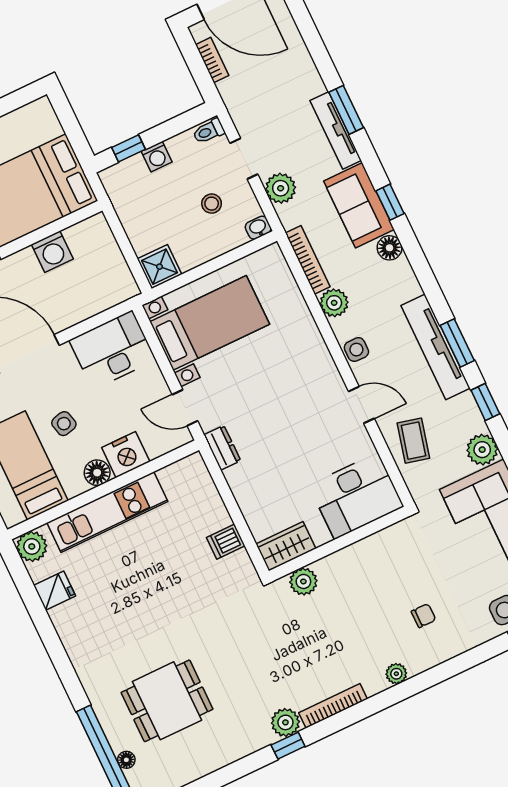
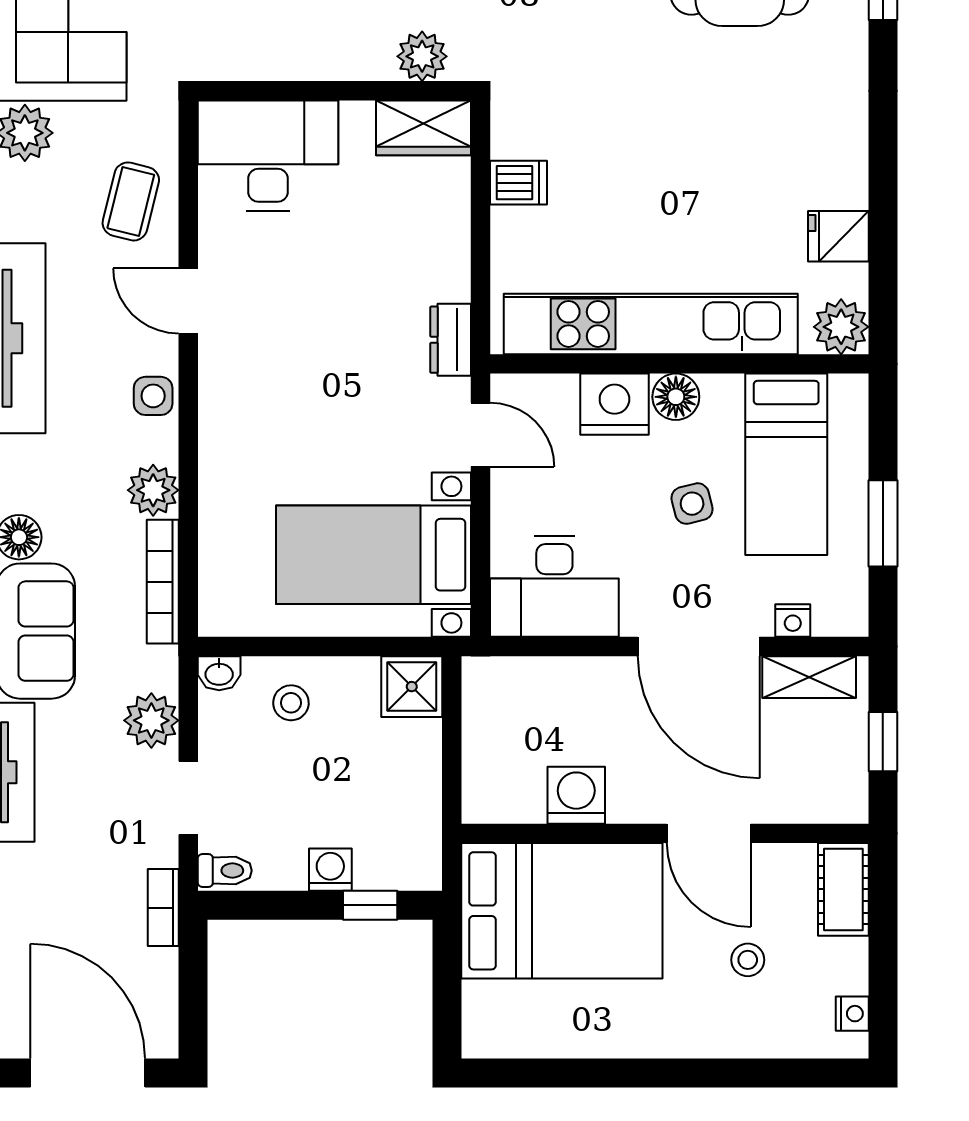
bookcase: (212, 60) -> (163, 908), moved
stool: (212, 204) -> (291, 703), moved
kitchen unit: (107, 512) -> (651, 324), width x1.36

